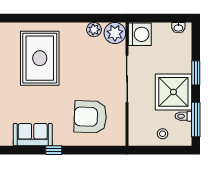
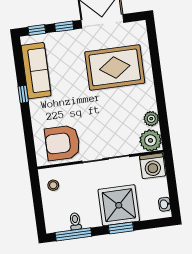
shower: (173, 92) -> (119, 205), moved
armchair: (90, 117) -> (62, 143), moved, turned -92
stool: (163, 134) -> (53, 185), moved
sofa: (33, 135) -> (36, 71), width x1.36

